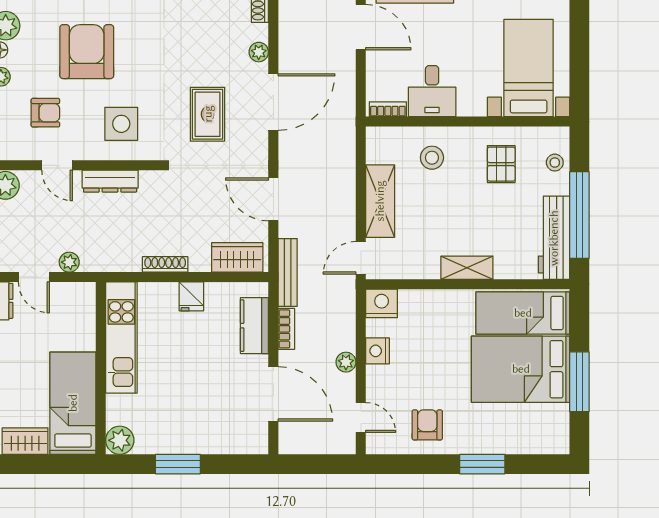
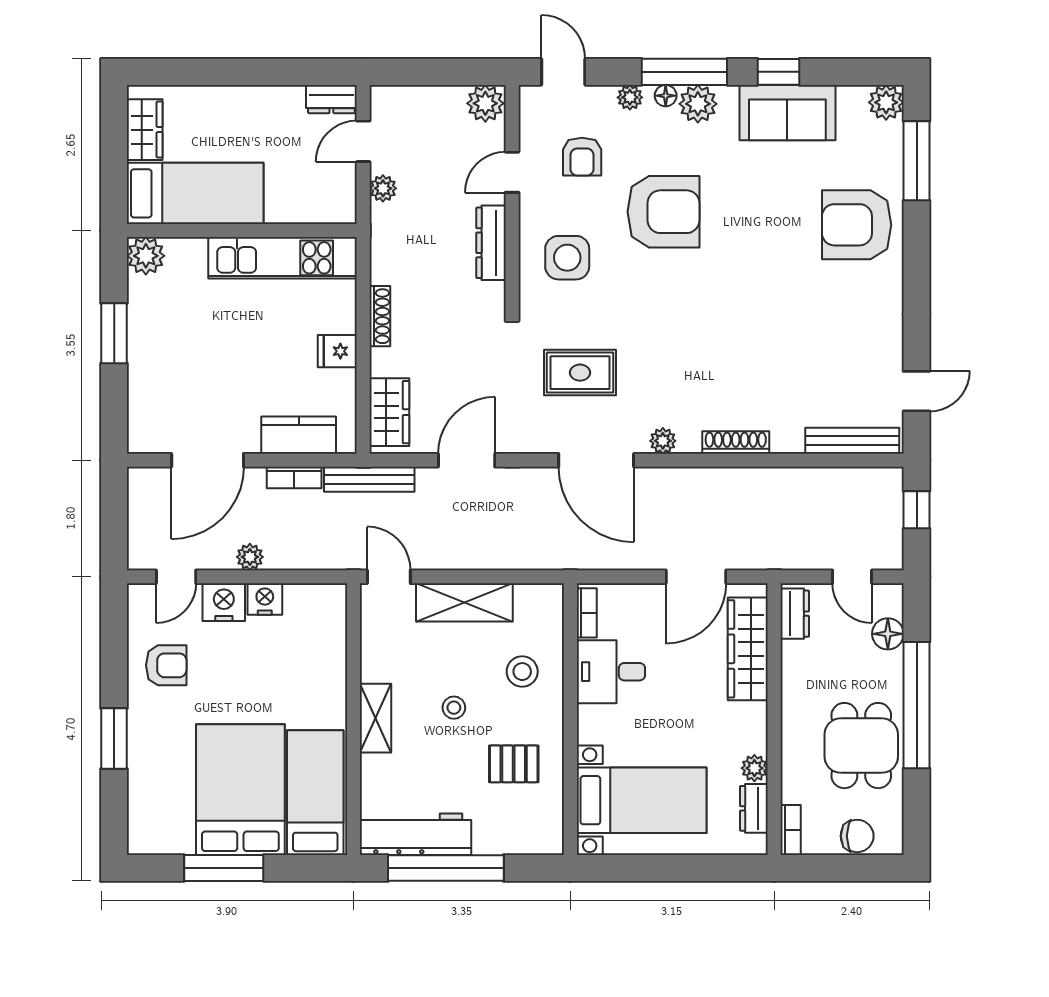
stool: (555, 163) -> (454, 708), moved
nightstand: (382, 303) -> (224, 602), moved, turned -90

